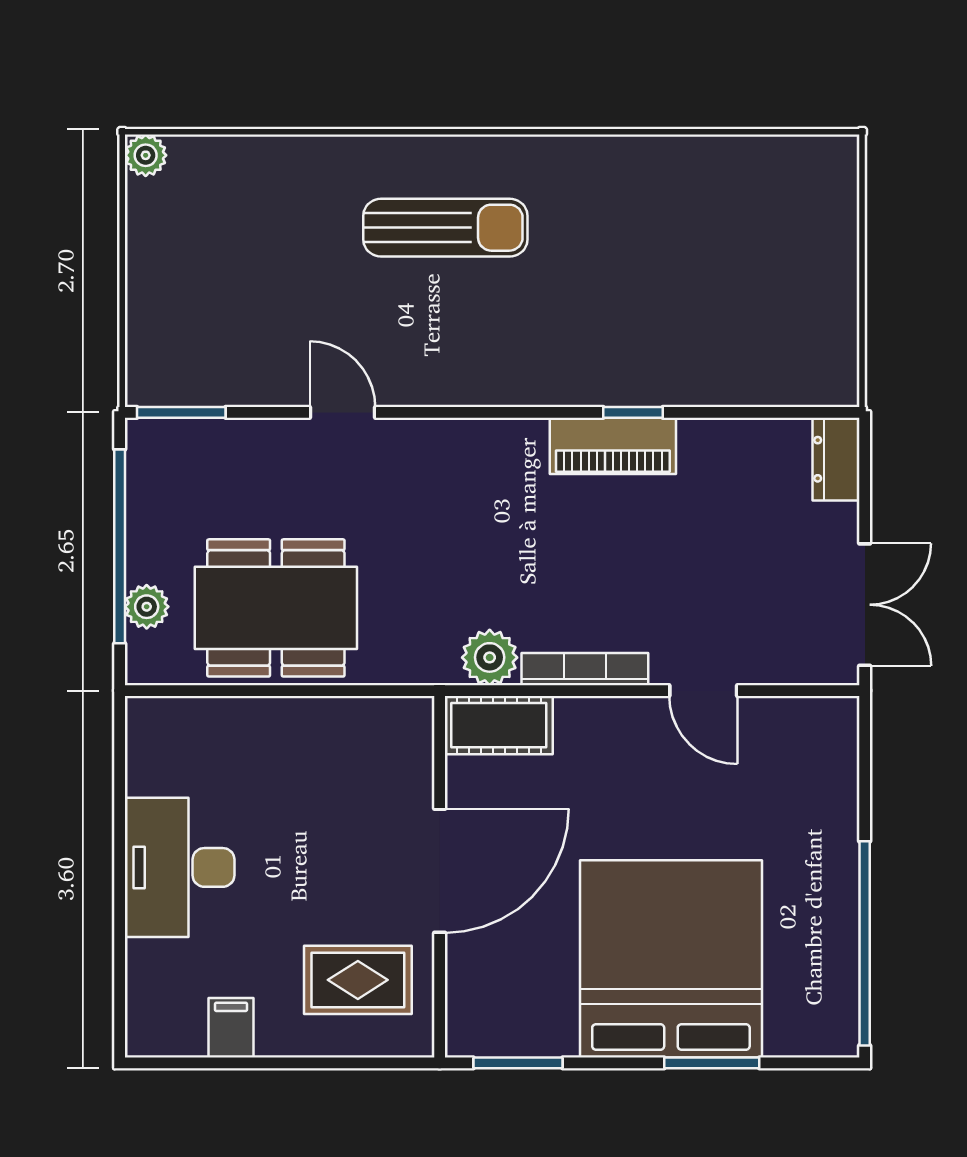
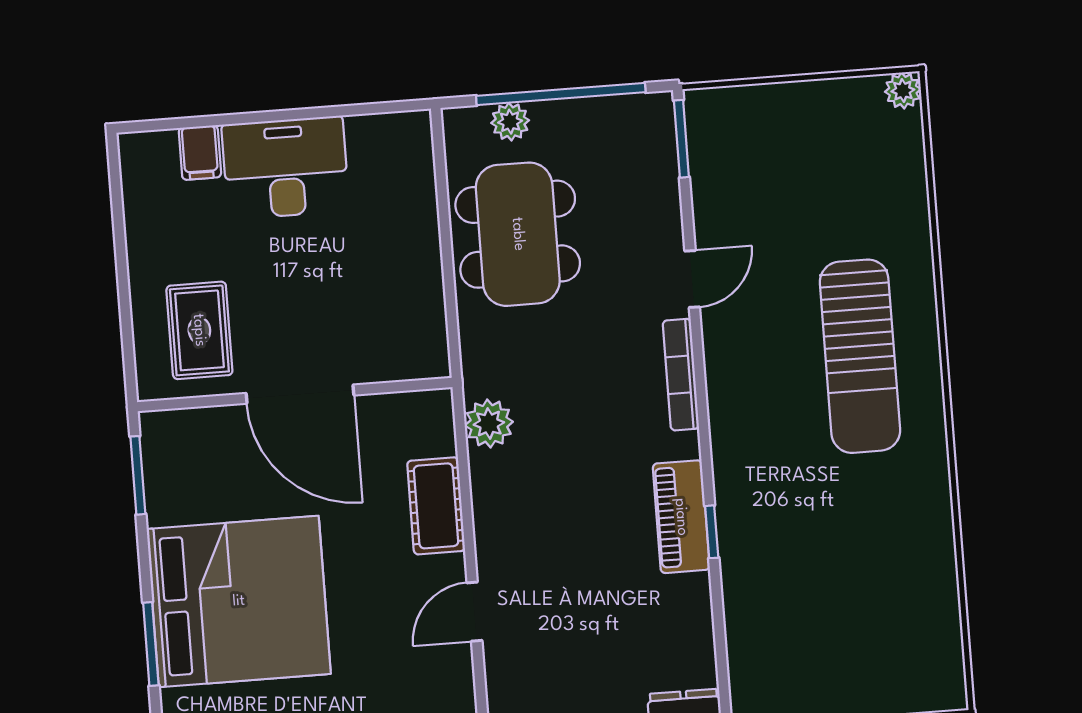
sun lounger: (445, 228) -> (860, 356), width x1.36, depth x1.34
bookcase: (585, 669) -> (681, 375), moved, turned 180
cot: (499, 725) -> (436, 506), moved
filing cabinet: (231, 1028) -> (200, 153), moved, turned 90

